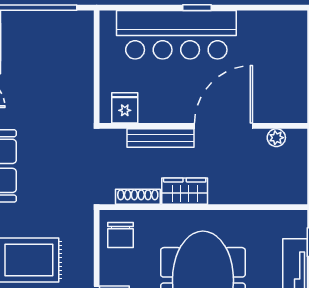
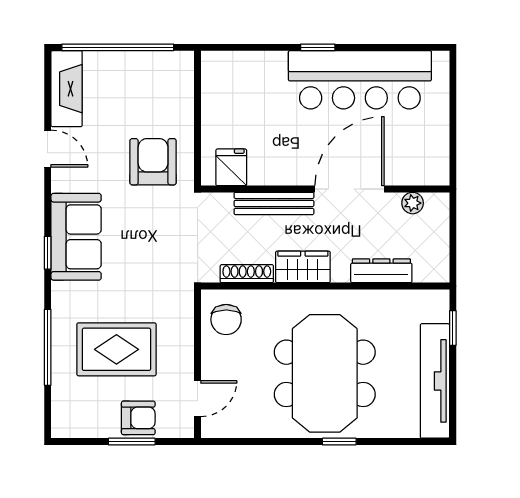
bar counter: (176, 35) -> (360, 80), moved
armchair: (59, 103) -> (153, 162), added
dresser: (250, 194) -> (381, 271), added

